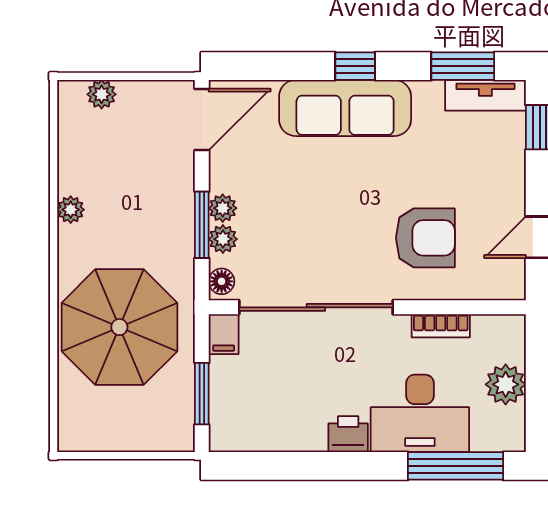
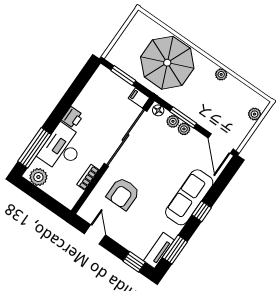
plant: (506, 384) -> (38, 177), moved

